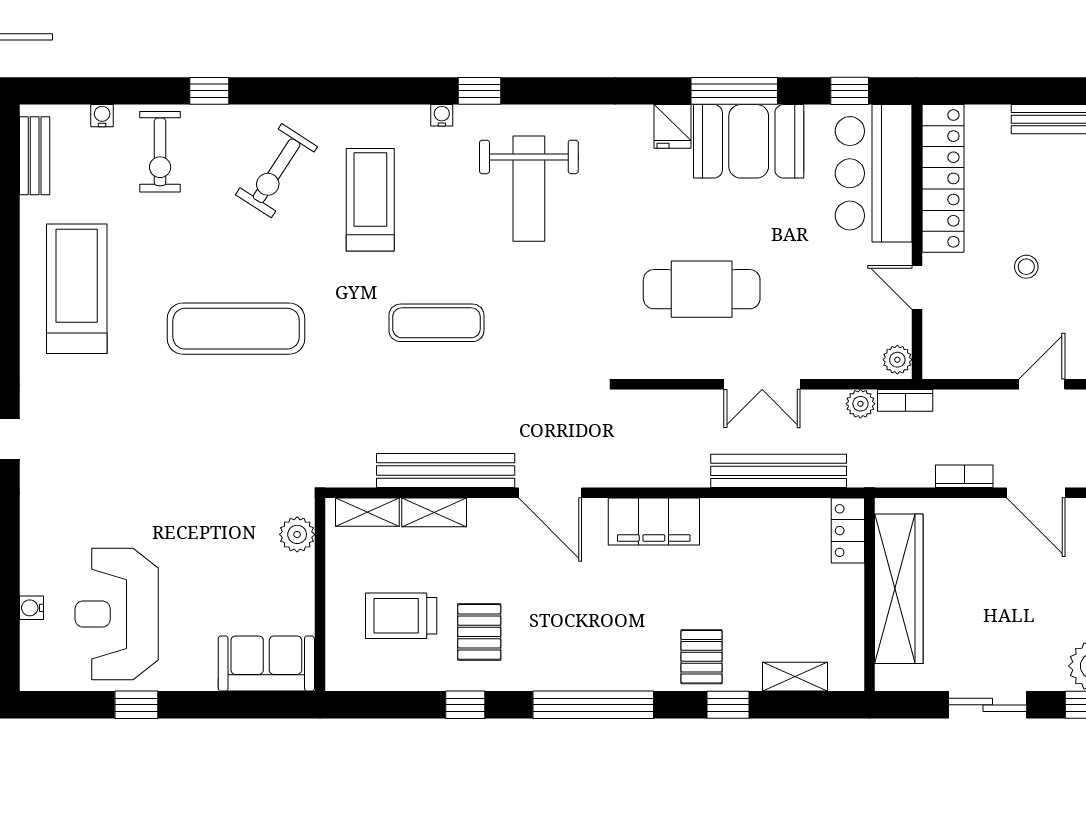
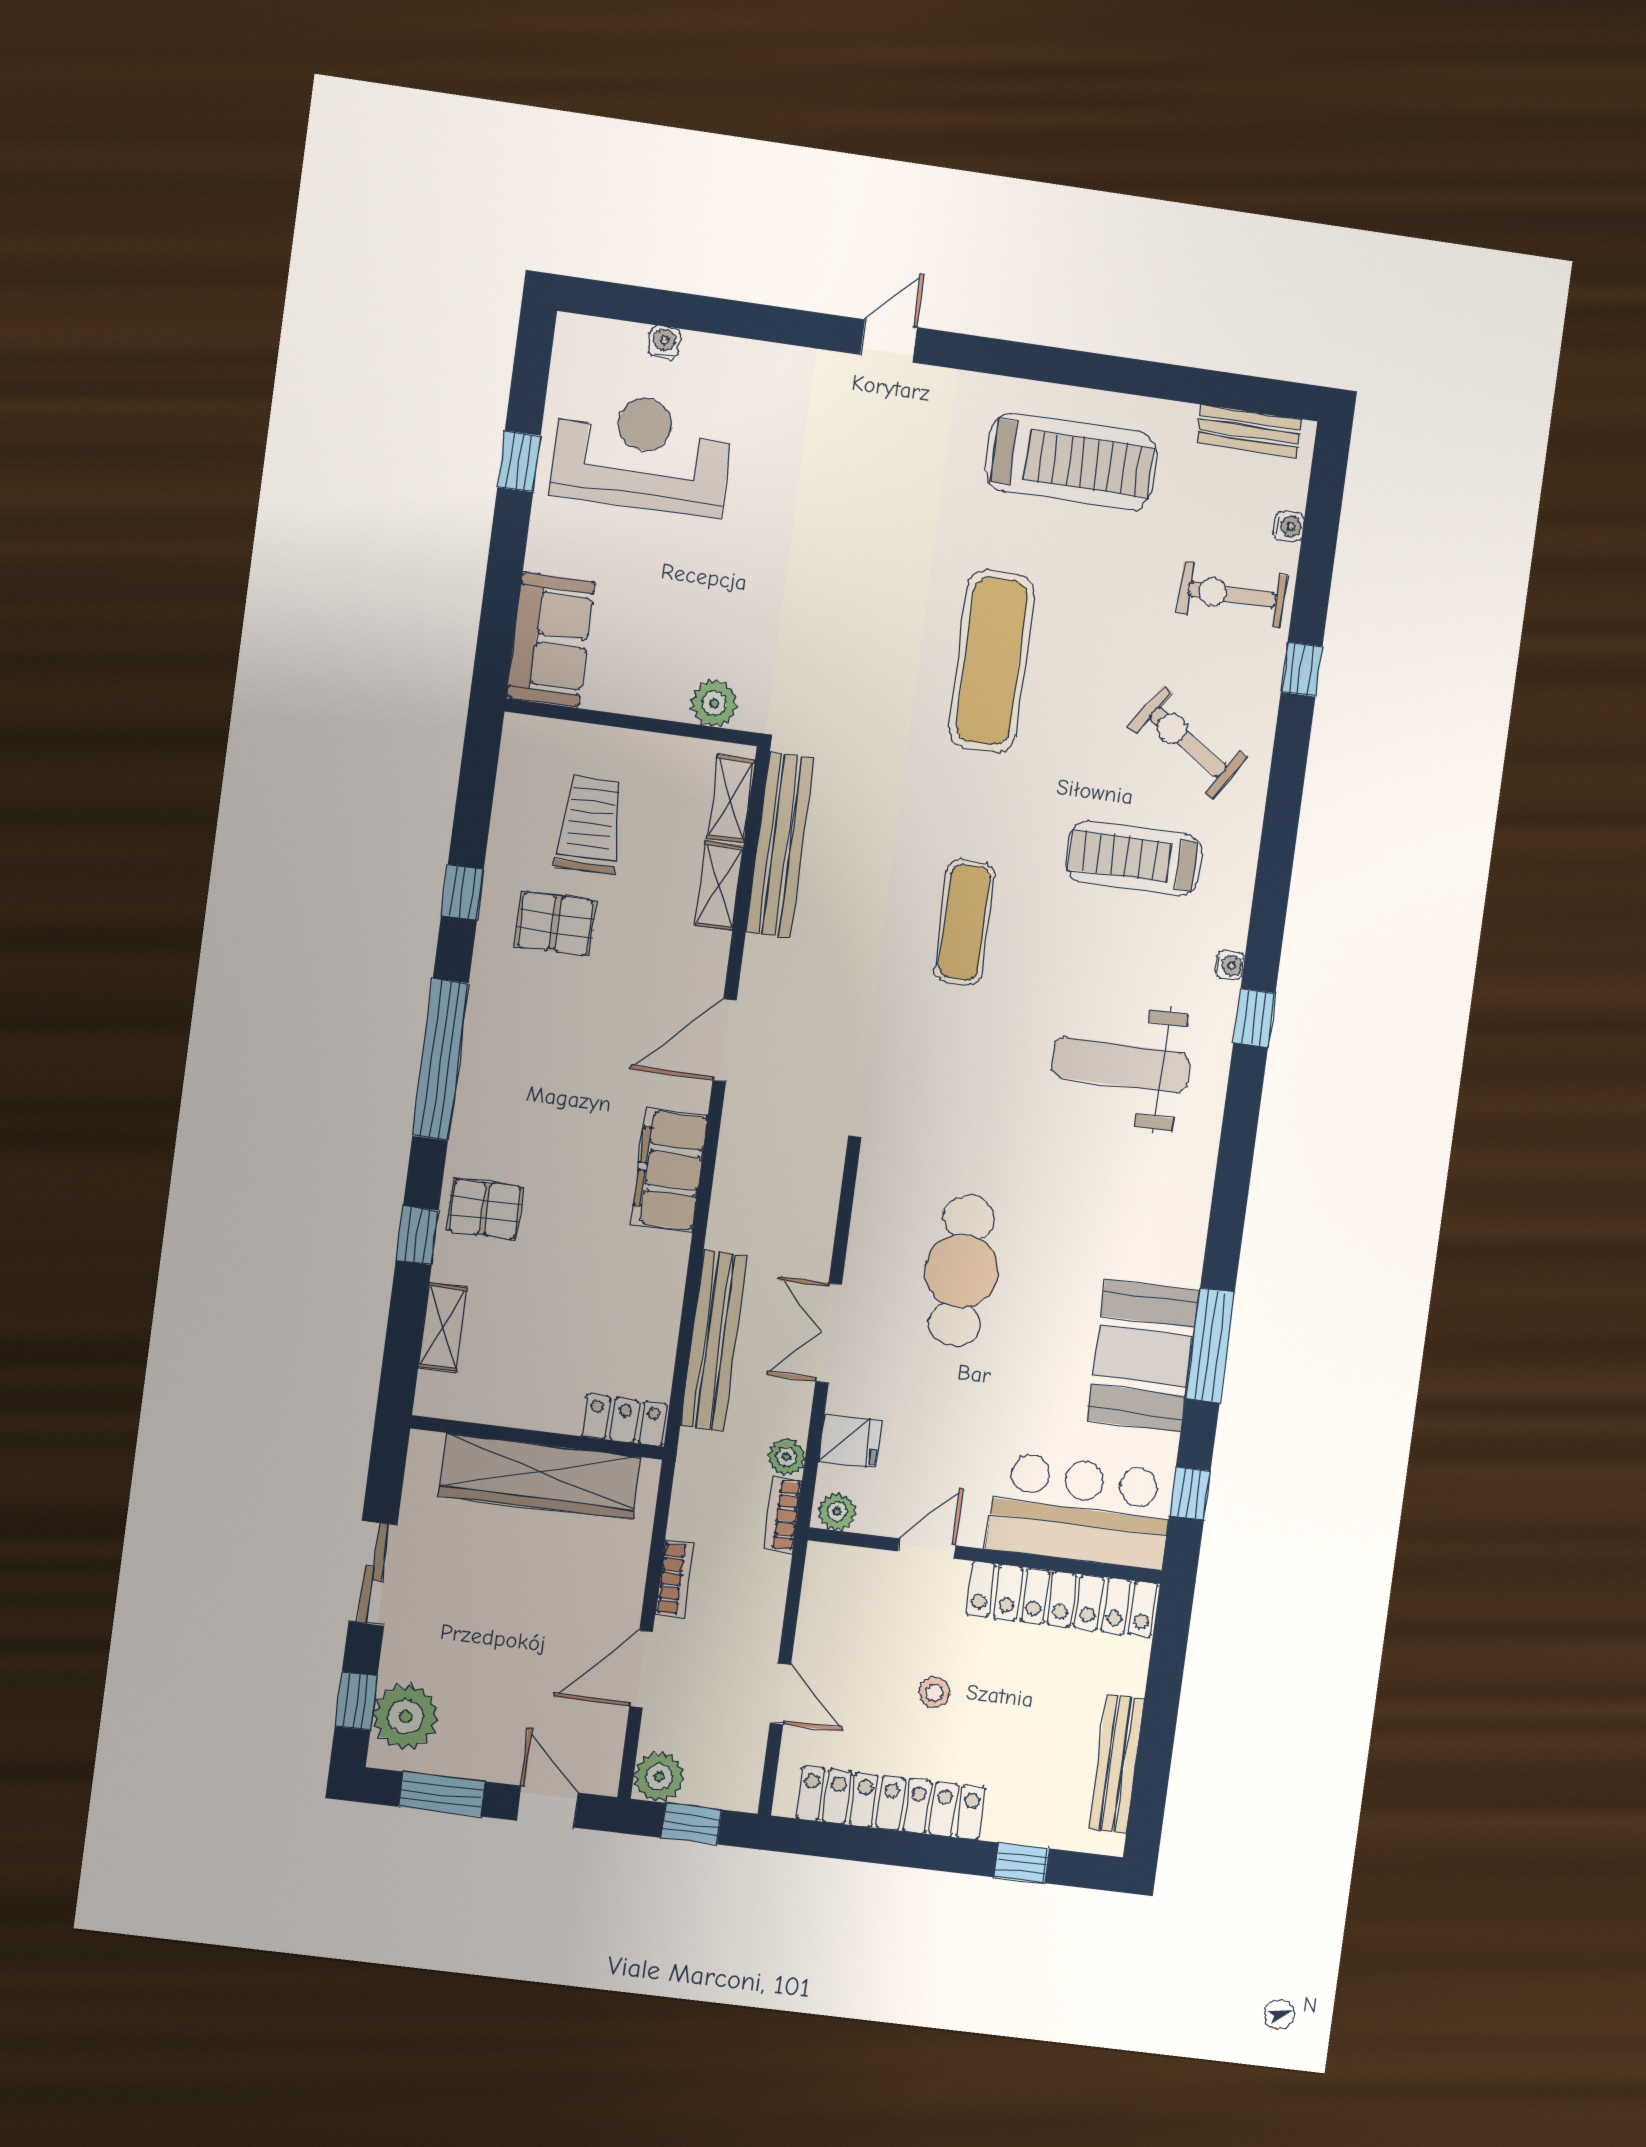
fridge: (673, 126) -> (850, 1441), moved, turned 180
treadmill: (370, 200) -> (1134, 858), turned 180
bench: (446, 471) -> (780, 845), moved

